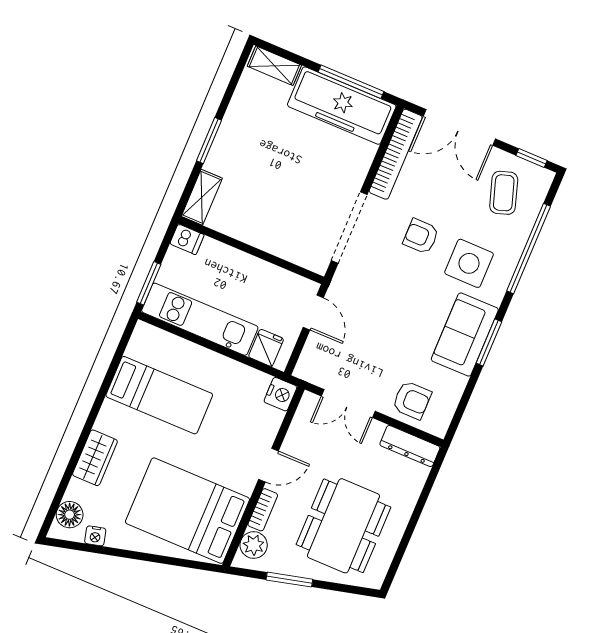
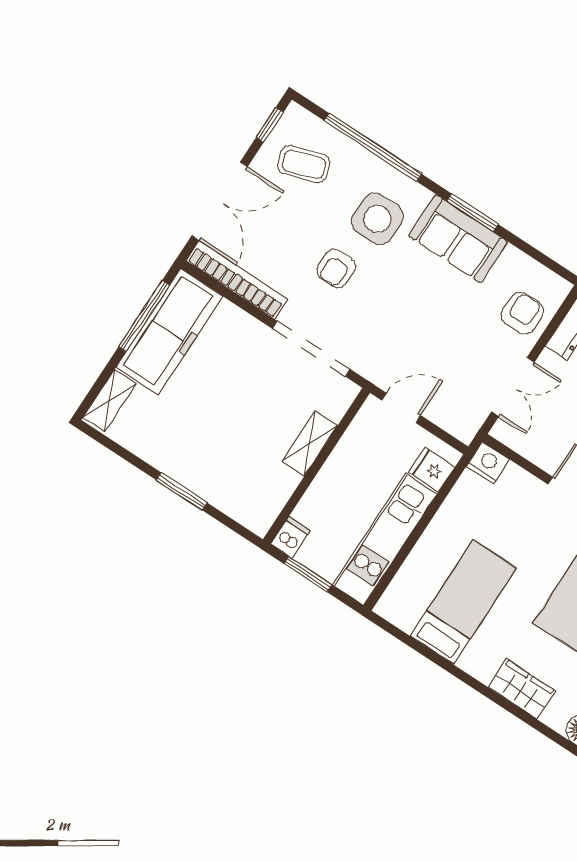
shelving: (202, 197) -> (310, 443), moved, turned 90
window: (149, 283) -> (308, 574), moved

